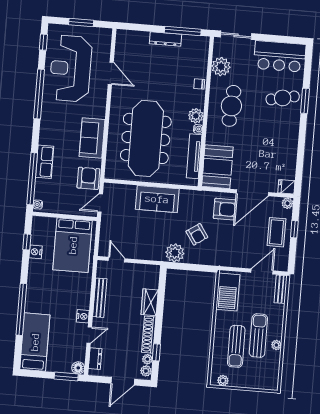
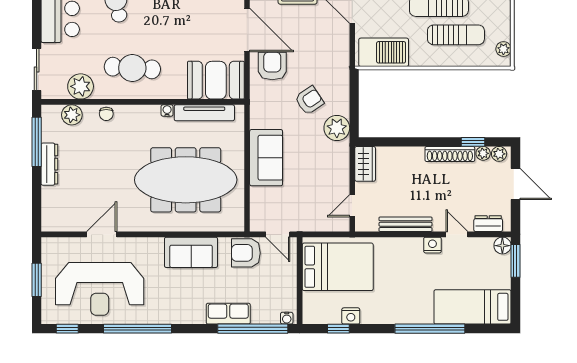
plant: (196, 116) -> (72, 115), moved
wardrobe: (150, 302) -> (365, 164), moved, turned -90

